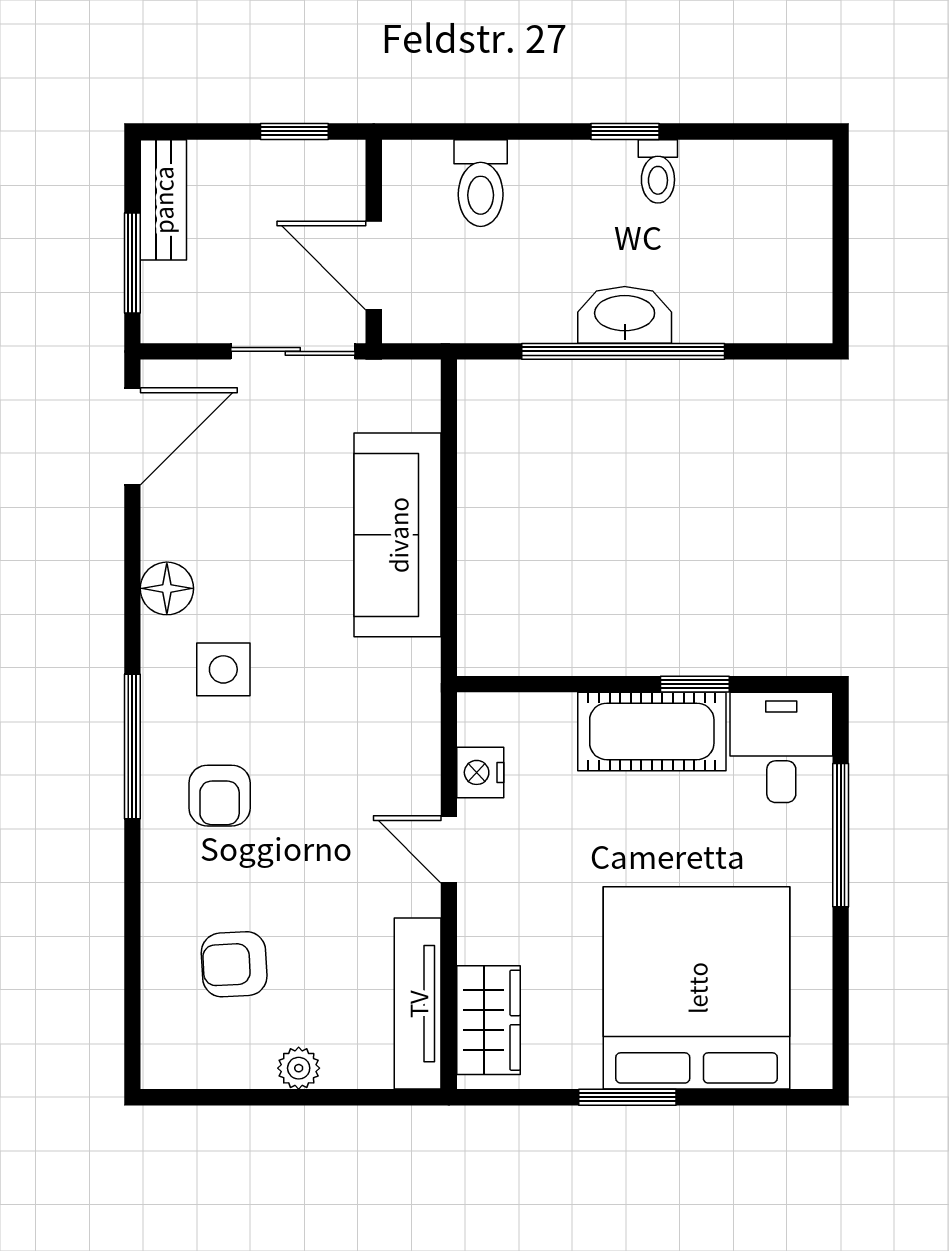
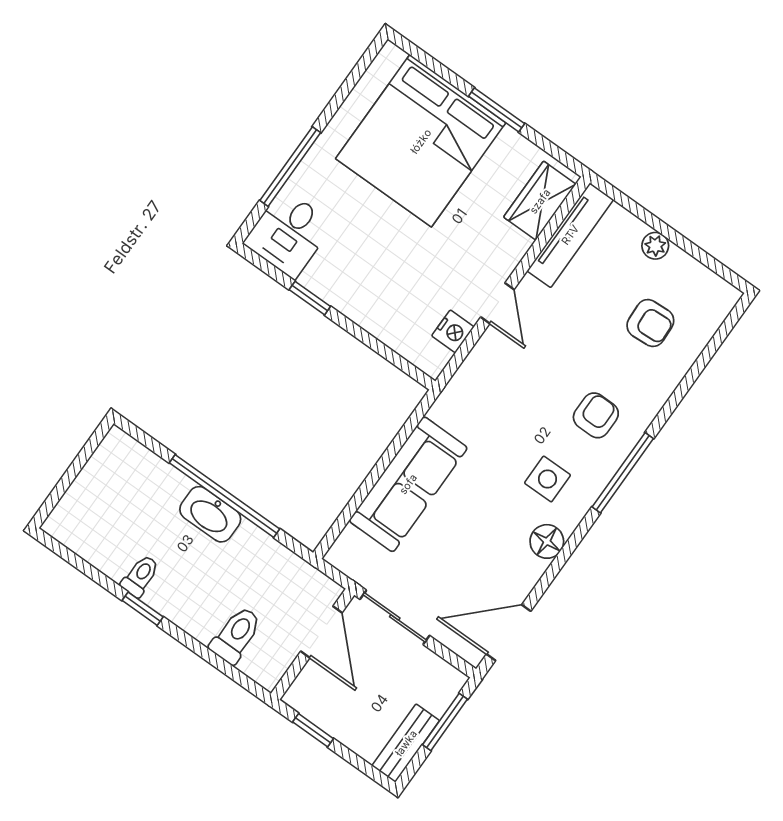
cot: (652, 731) -> (349, 289), removed

